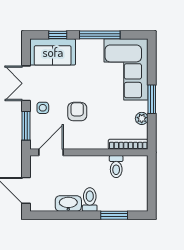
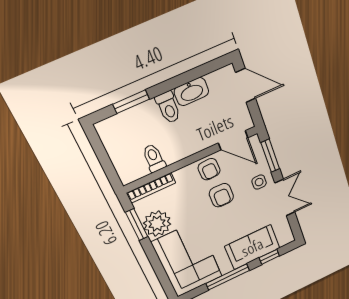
sofa: (53, 52) -> (252, 247), moved
window: (152, 99) -> (137, 225), moved
plant: (142, 118) -> (157, 224), width x1.87, depth x1.87
armchair: (79, 138) -> (209, 169), added
door: (51, 152) -> (233, 140), hinge flipped

